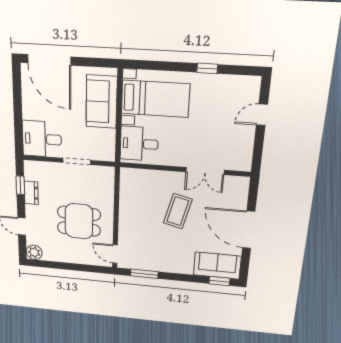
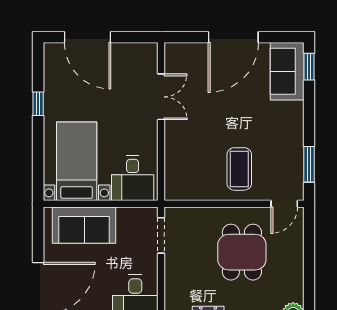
door: (262, 115) -> (88, 37), width x1.87
doorway: (77, 161) -> (161, 235), moved
coffee table: (178, 211) -> (239, 169), moved, turned 76

